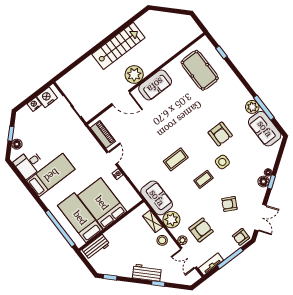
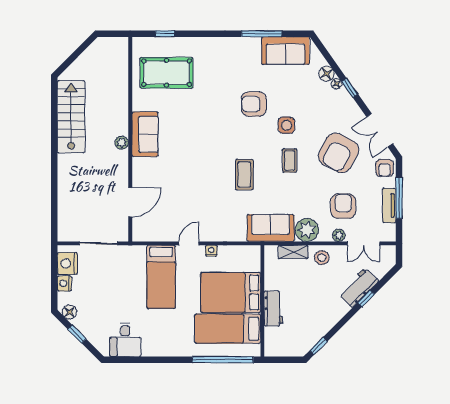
stairs: (118, 46) -> (71, 117), moved
plant: (134, 75) -> (122, 143), width x0.53, depth x0.53
door: (121, 98) -> (130, 202), moved
plant: (252, 107) -> (251, 46), removed
piano: (103, 134) -> (155, 233), removed
armchair: (220, 134) -> (254, 104), turned 180
floor lamp: (17, 144) -> (69, 312), moved
door: (112, 158) -> (189, 243), hinge flipped
bed: (51, 175) -> (161, 277), moved, turned 180
floor lamp: (263, 182) -> (327, 74), moved
armchair: (229, 204) -> (339, 153), width x1.88, depth x1.88
double door: (260, 218) -> (380, 130), swing flipped
workbench: (96, 247) -> (273, 309), moved
tv unit: (211, 264) -> (389, 205), moved
workbench: (147, 273) -> (359, 288), moved

